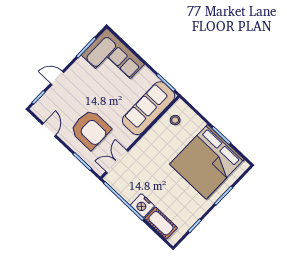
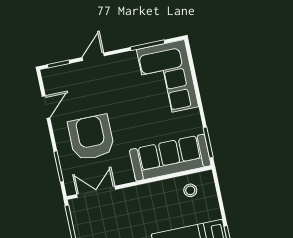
door: (57, 78) -> (93, 57), hinge flipped
armchair: (90, 129) -> (91, 137), turned 180

